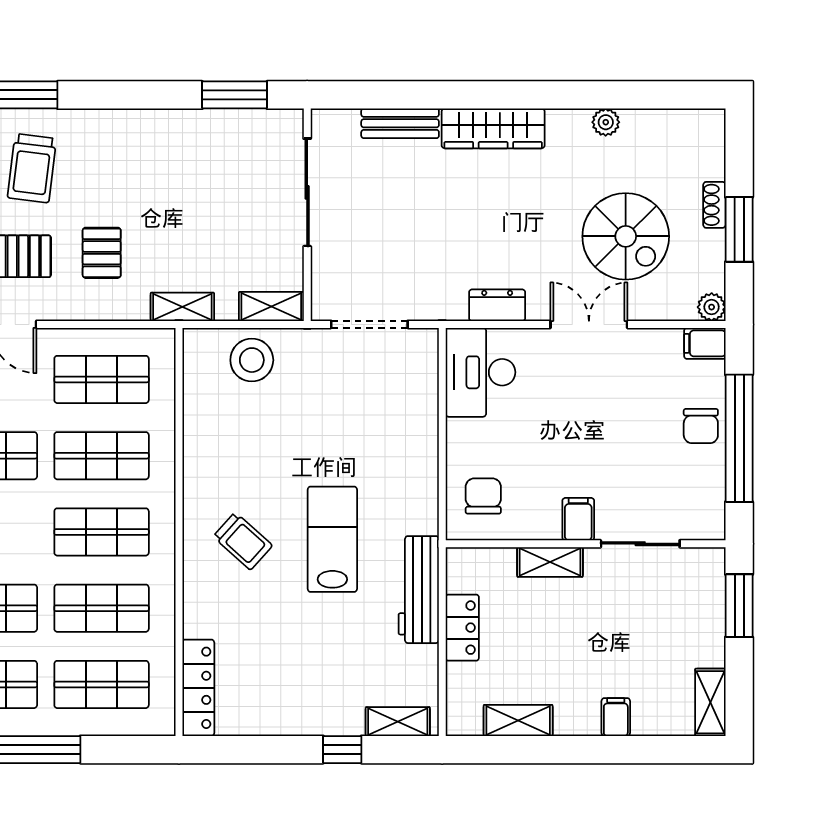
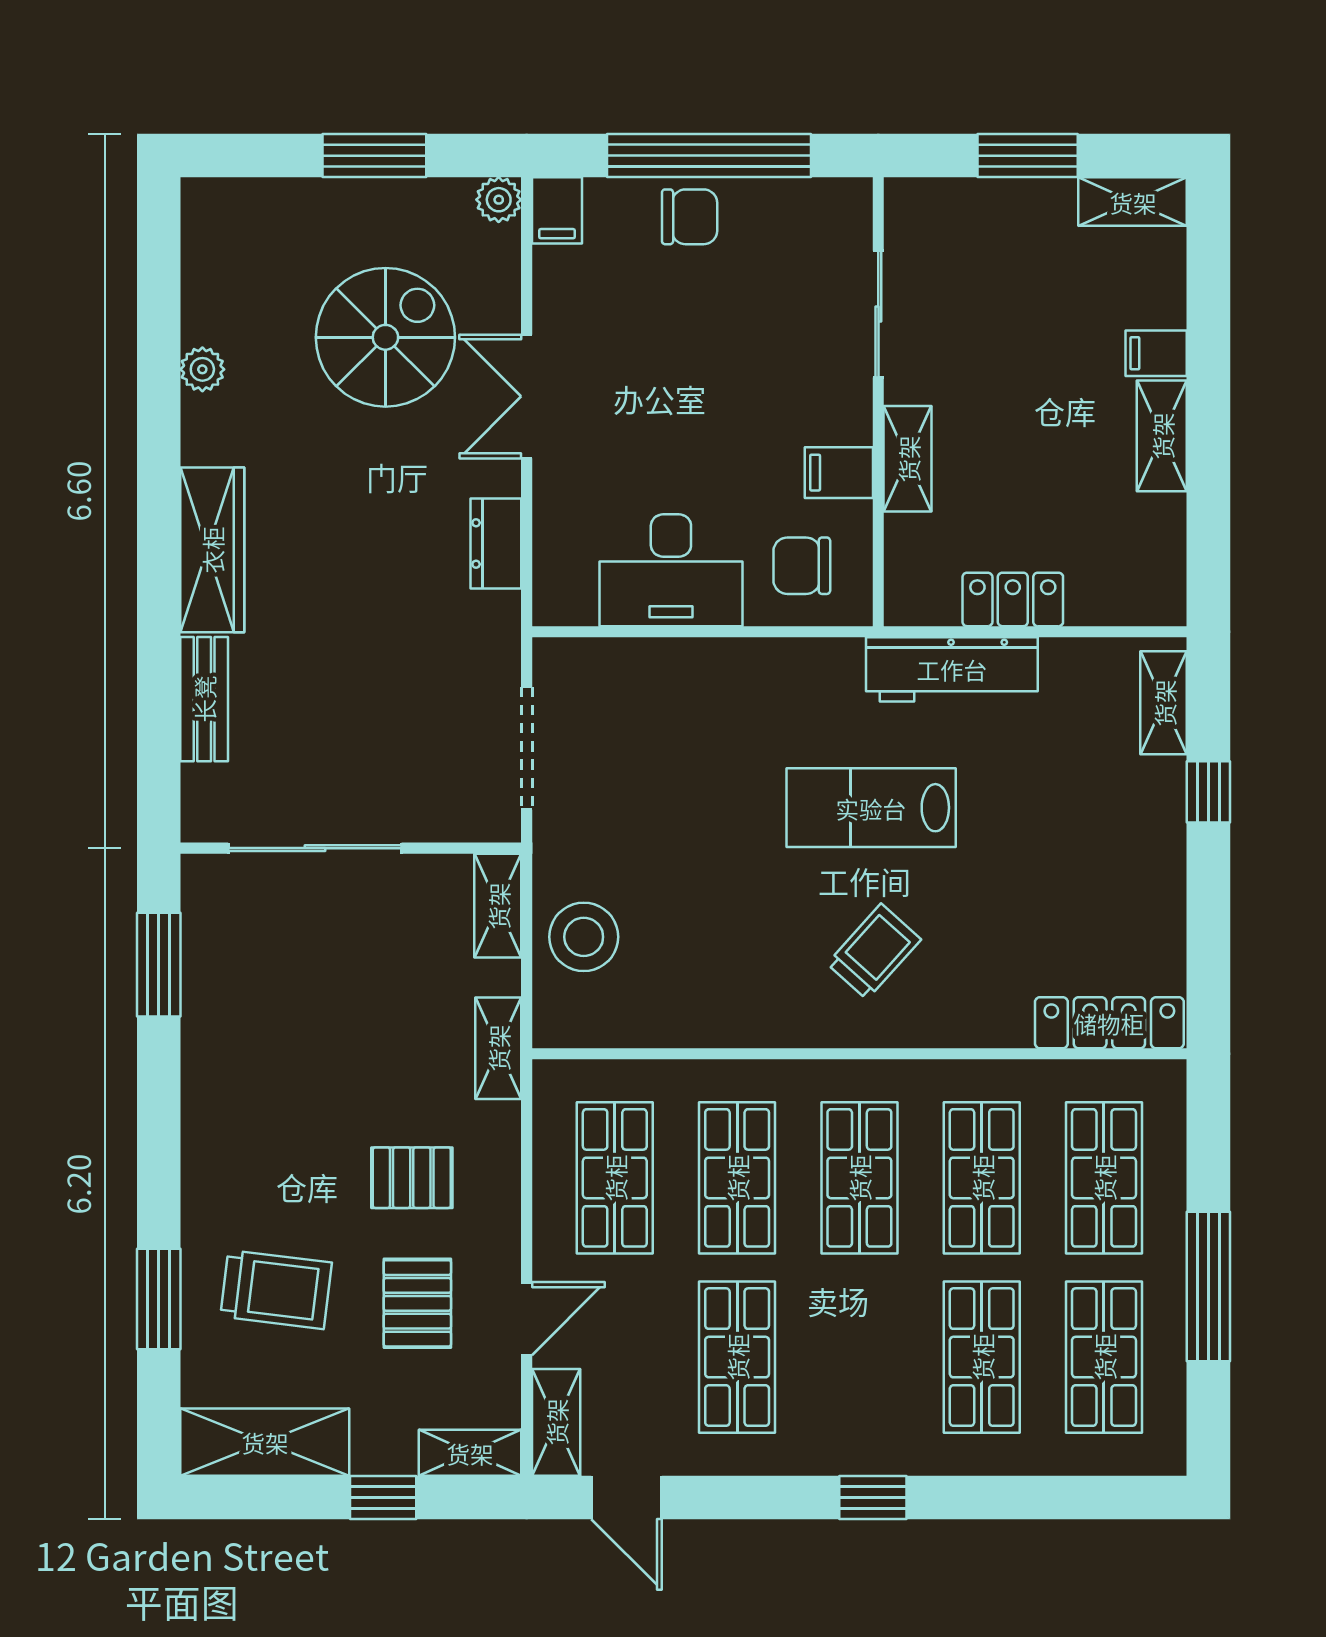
shoe rack: (714, 205) -> (335, 195), removed
desk: (480, 372) -> (671, 570), moved
filing cabinet: (578, 519) -> (839, 473), moved
window: (739, 606) -> (1028, 156), moved
shelving: (518, 721) -> (1162, 436), moved

